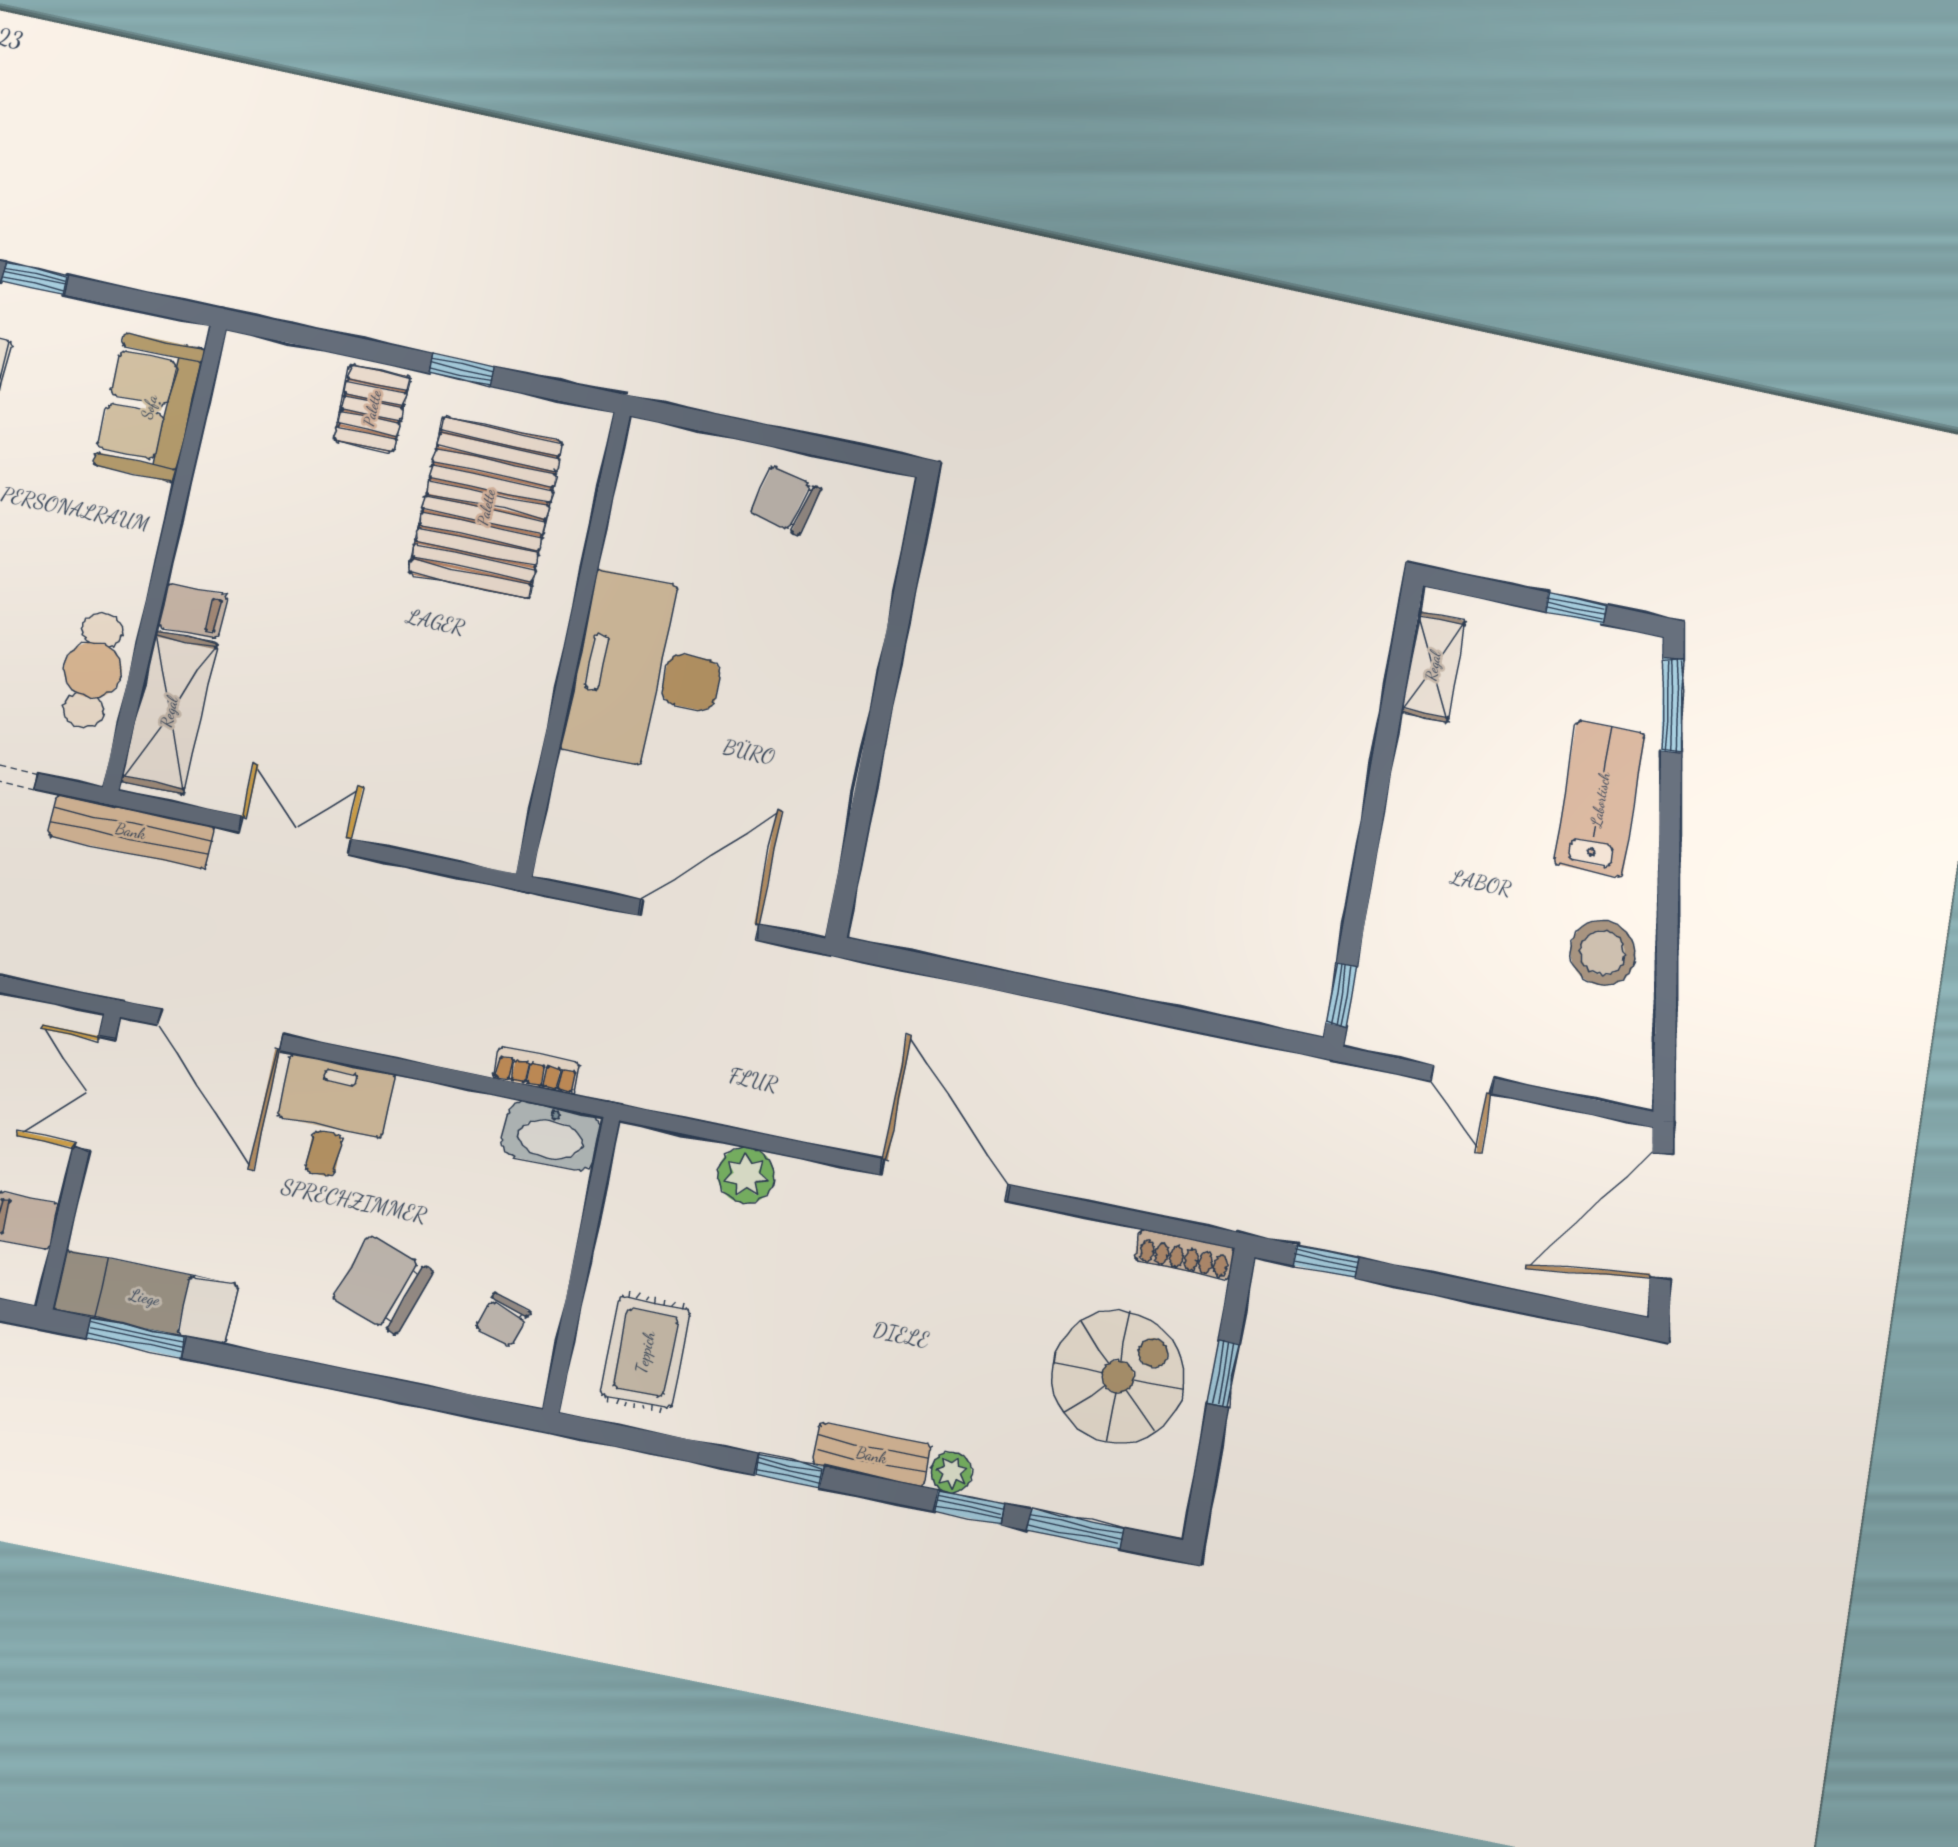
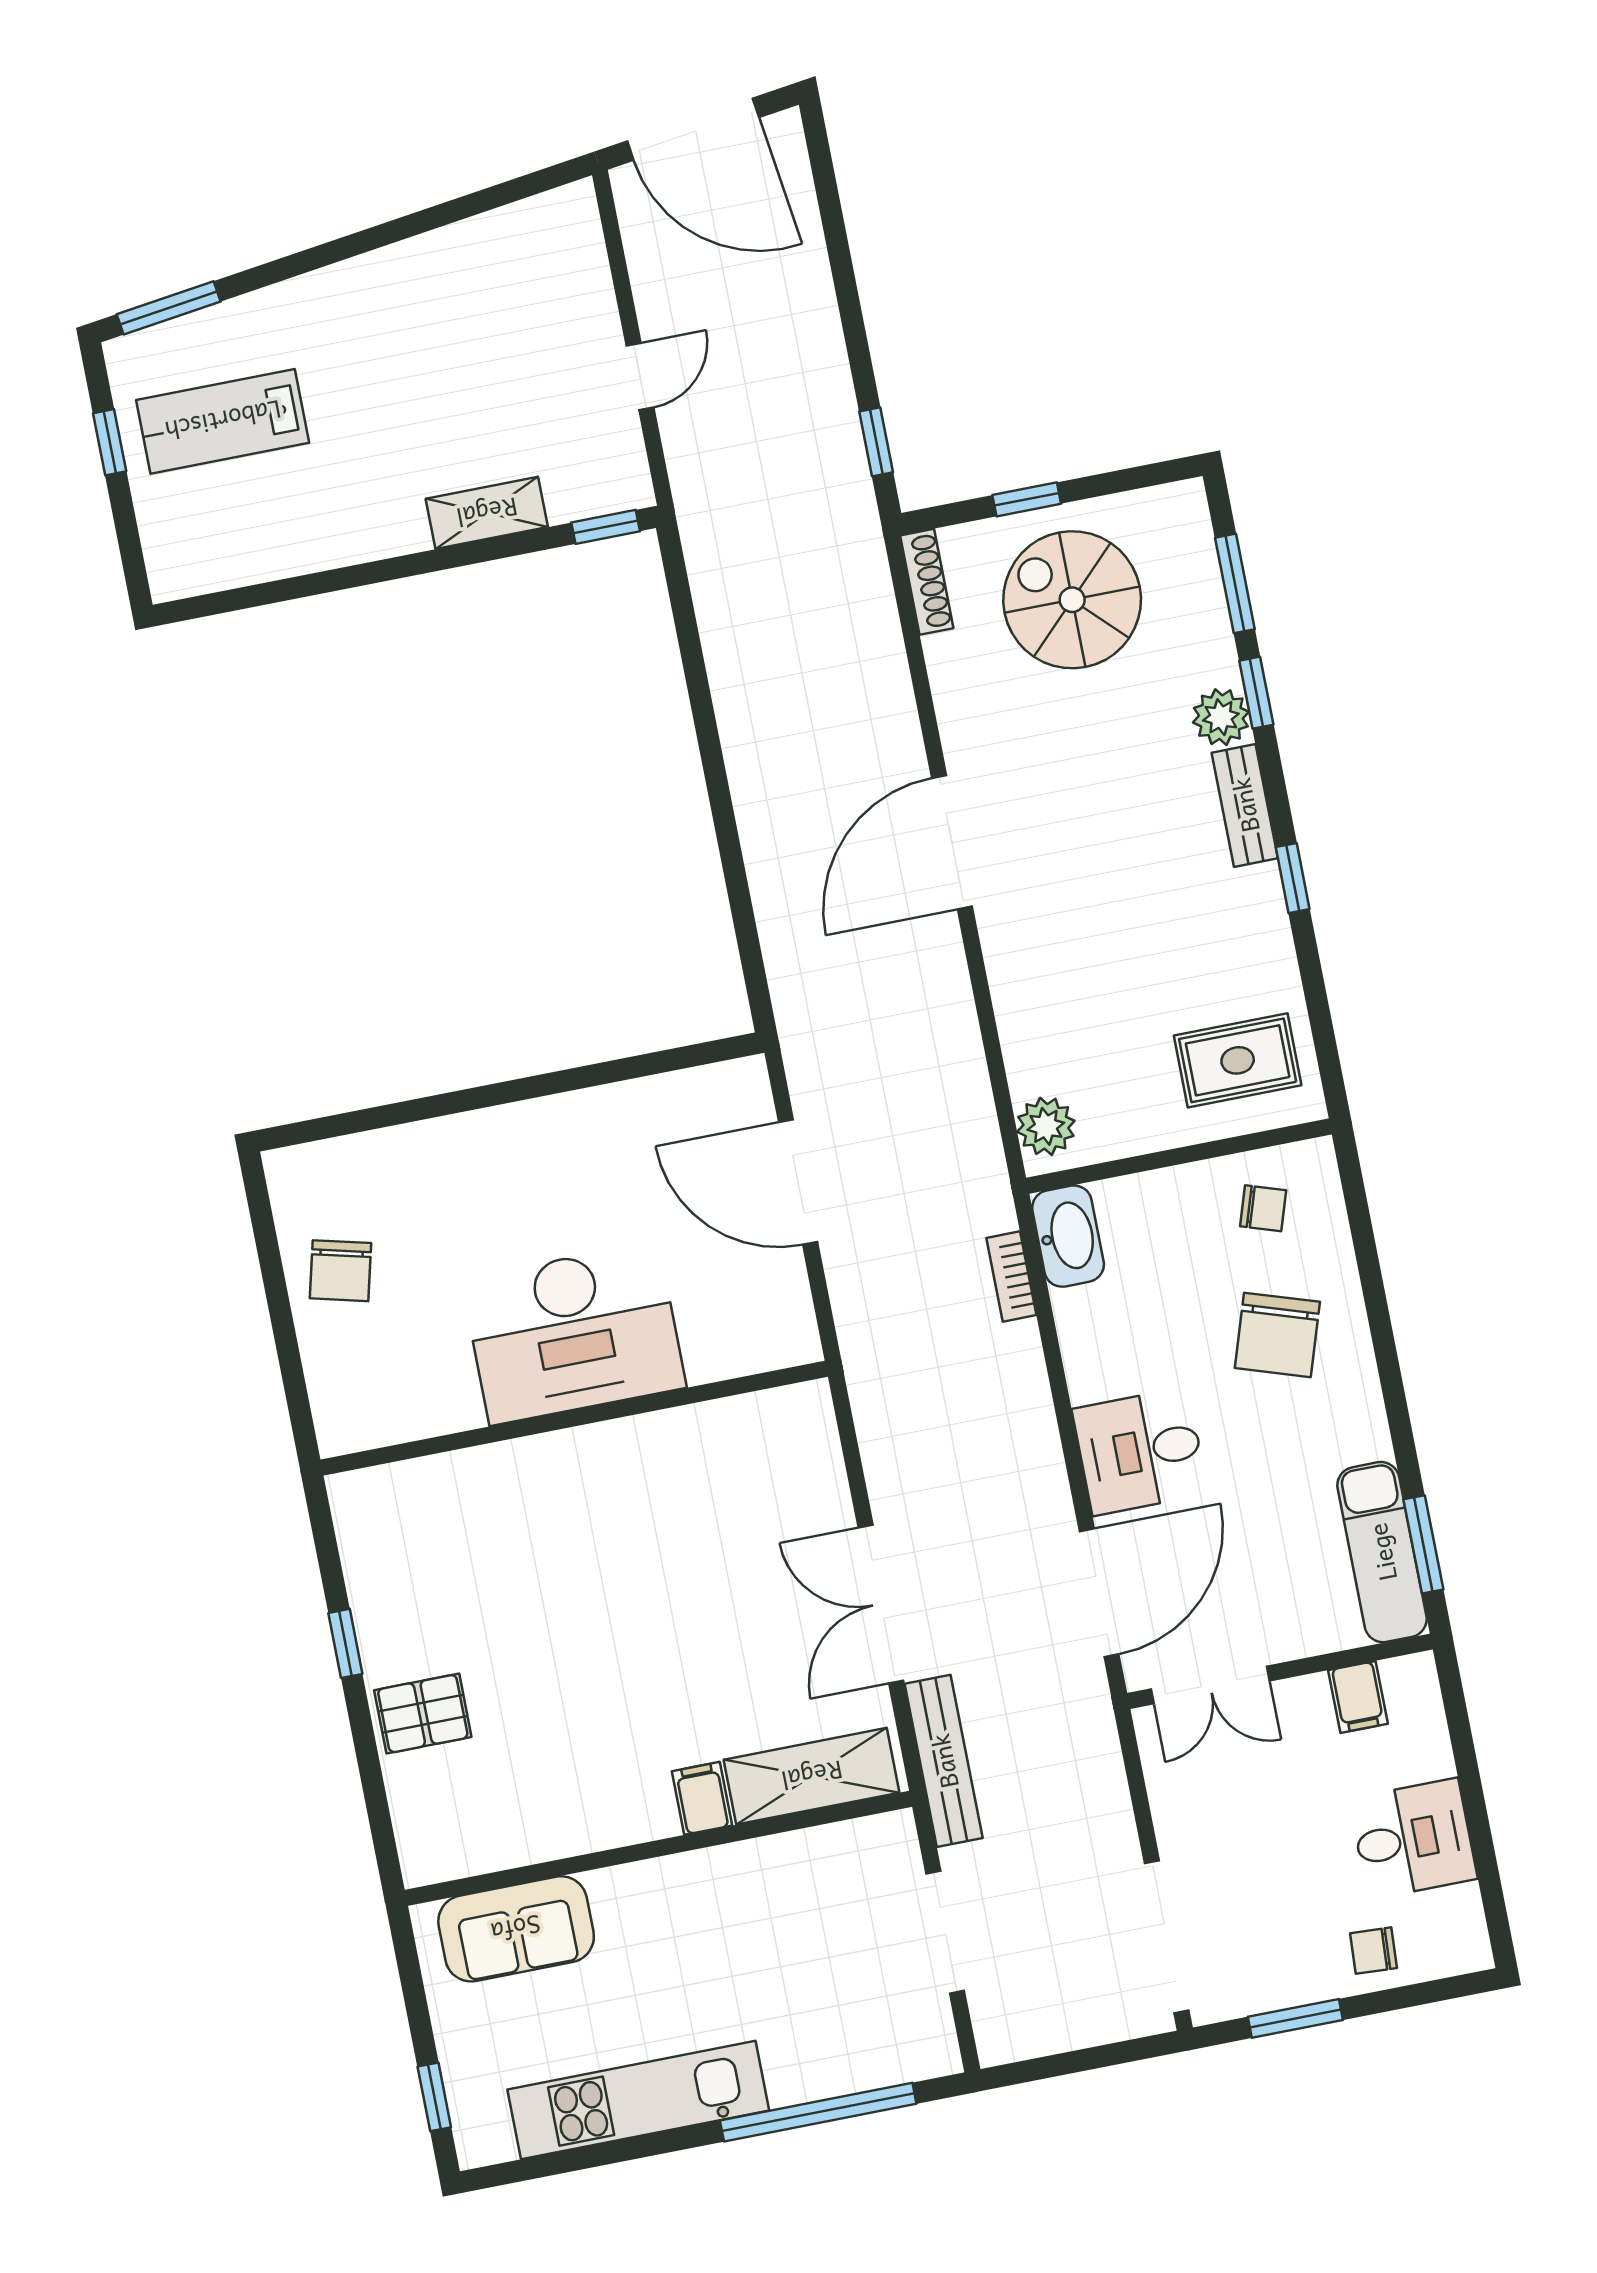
pallet: (486, 507) -> (475, 1560), removed
shelving: (1433, 666) -> (487, 513), moved
cafe table: (93, 670) -> (802, 1867), removed
lab bench: (1600, 799) -> (223, 421), moved
double door: (295, 835) -> (881, 1604), width x1.37
stool: (1603, 953) -> (453, 284), removed
plant: (746, 1175) -> (1046, 1126), moved
plant: (951, 1472) -> (1221, 717), width x1.38, depth x1.38

